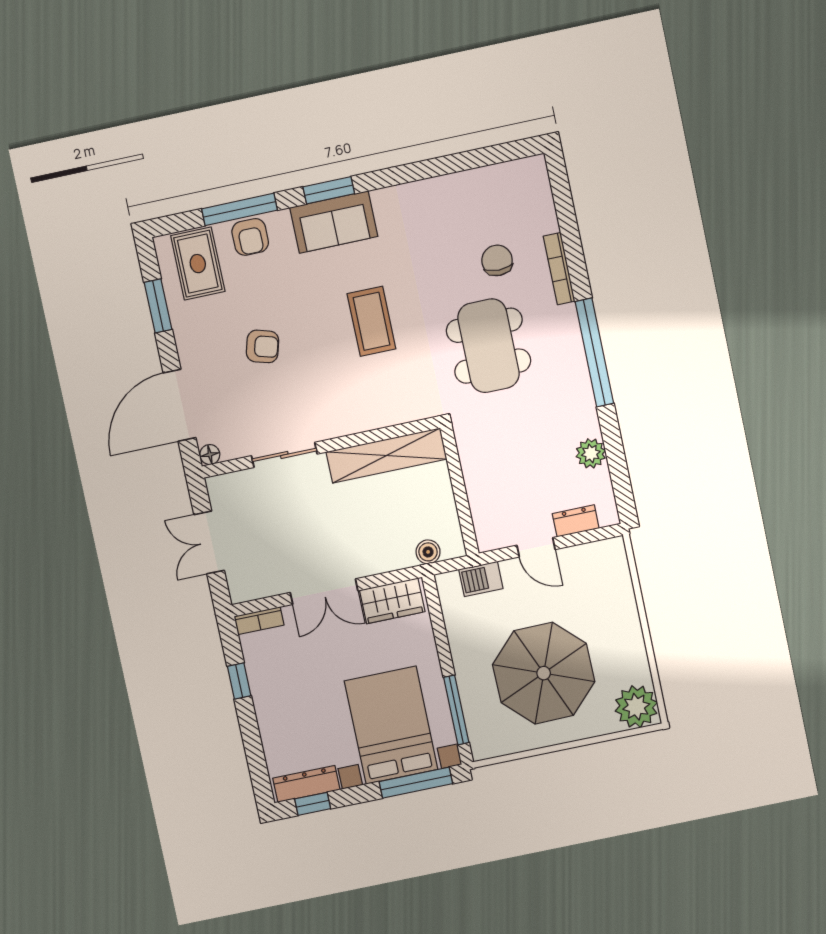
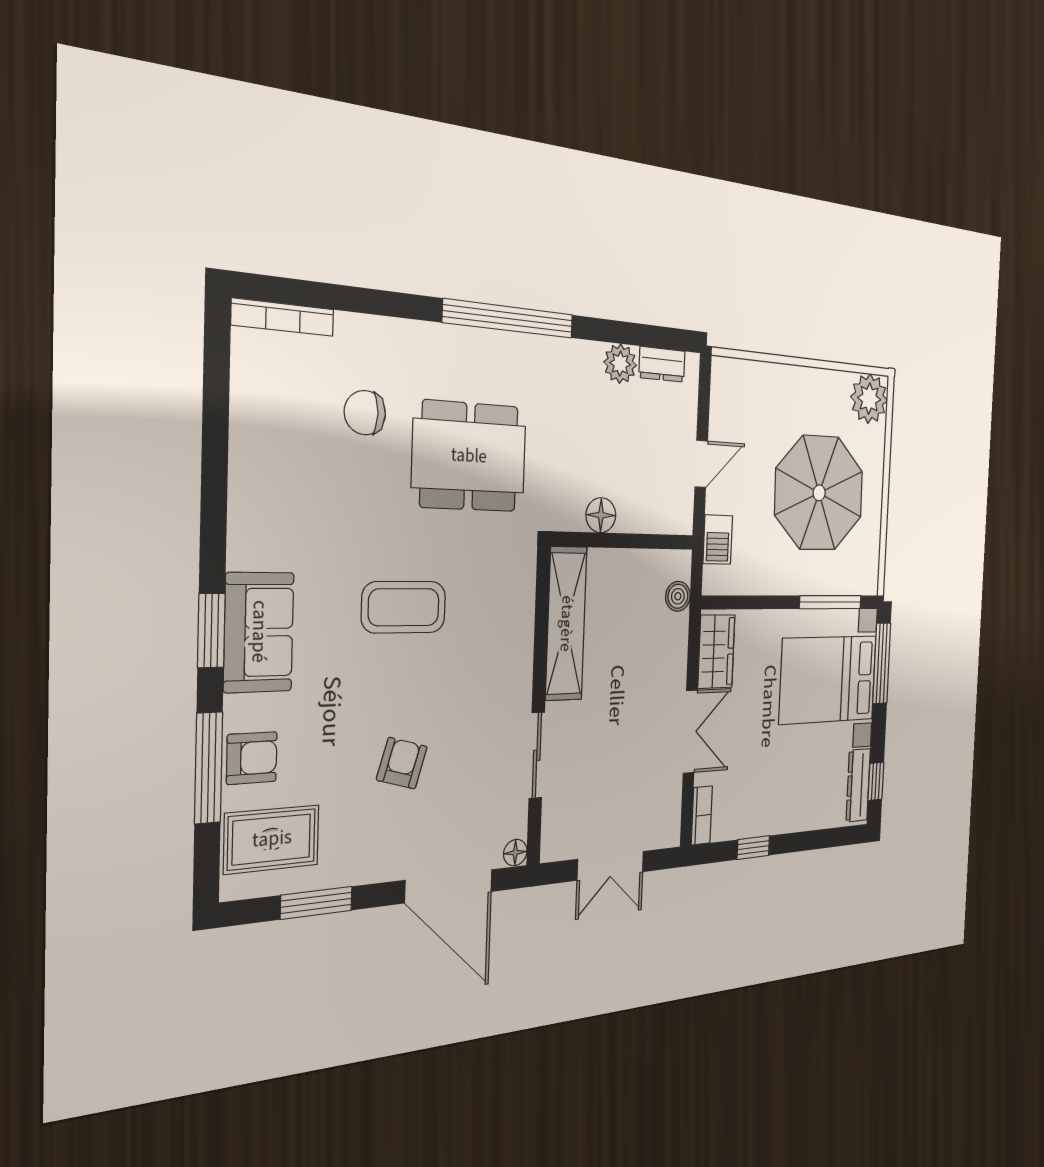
bookcase: (559, 269) -> (283, 317), moved
floor lamp: (474, 465) -> (601, 515), added
dresser: (576, 521) -> (662, 364), moved, turned -90

